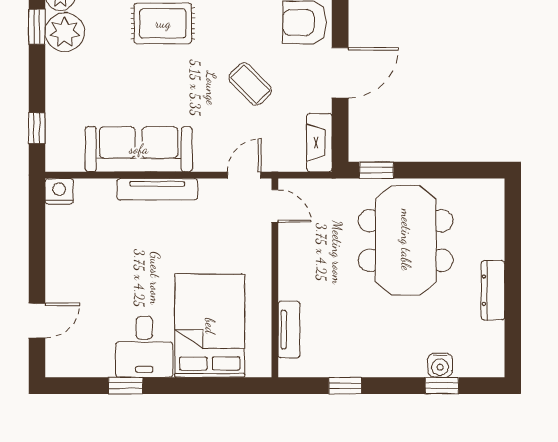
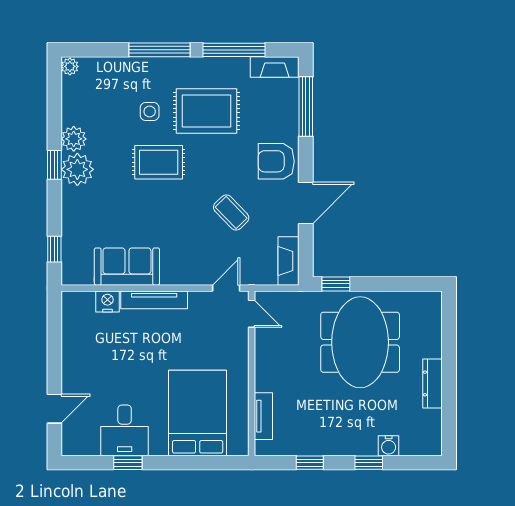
sofa: (139, 149) -> (127, 267), width x0.73
nightstand: (59, 191) -> (107, 301), moved
desk: (144, 347) -> (125, 430), moved
window: (442, 386) -> (369, 463), moved

